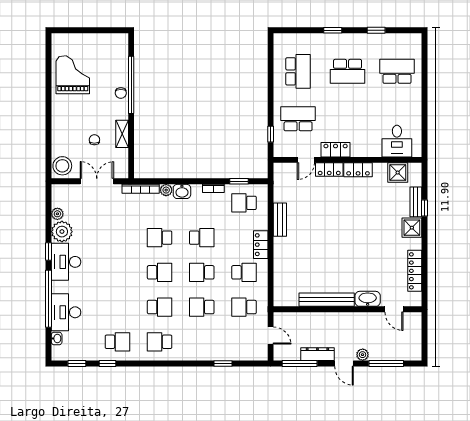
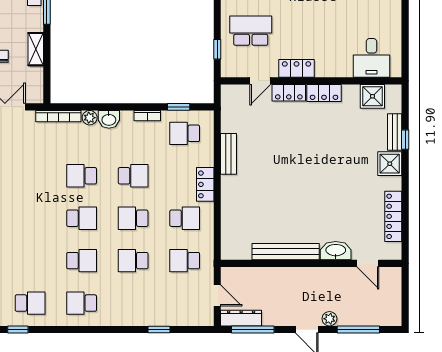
dresser: (317, 354) -> (241, 318), moved

